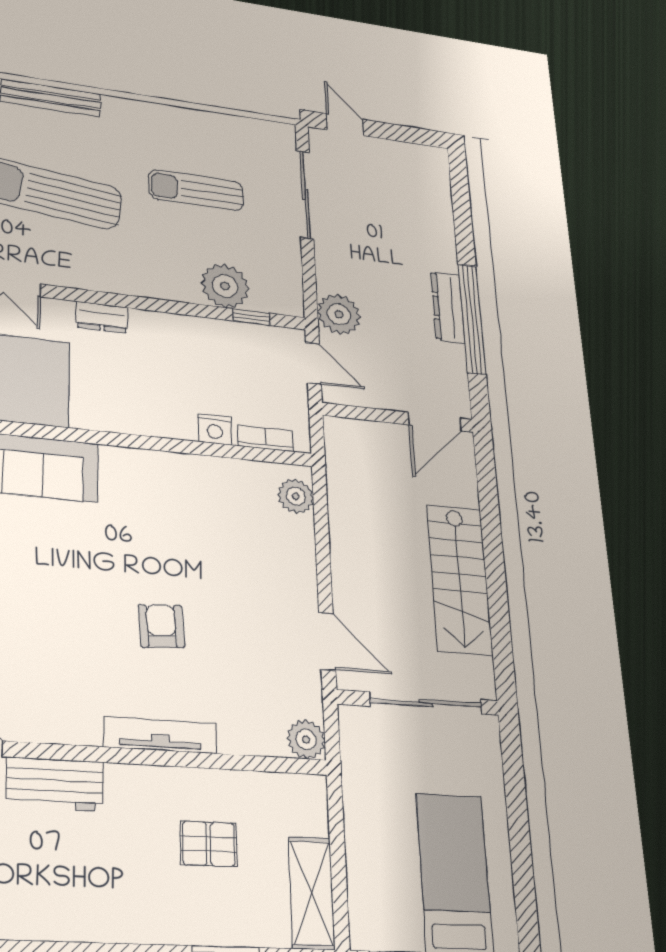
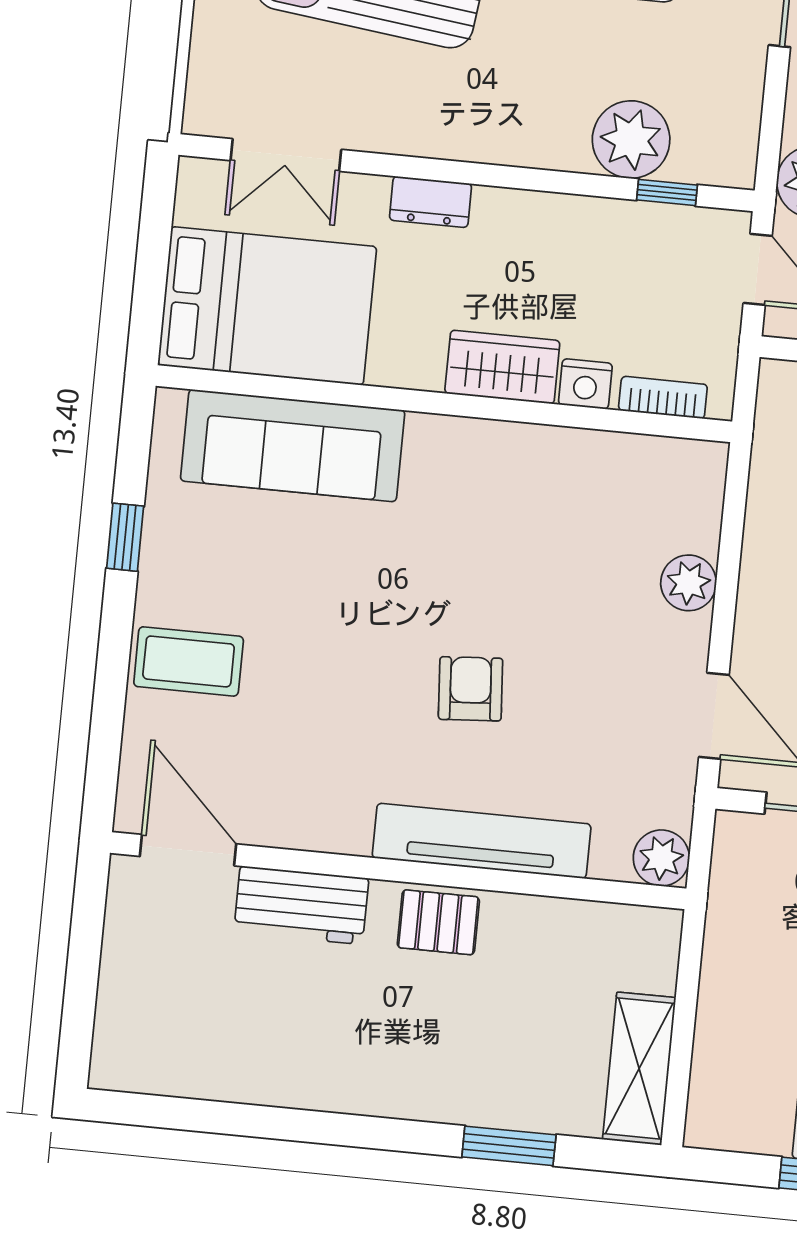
wardrobe: (160, 418) -> (502, 367), added
plant: (296, 496) -> (689, 583), moved
tv unit: (160, 735) -> (482, 841), width x1.36, depth x1.29
pallet: (209, 844) -> (438, 922), moved

